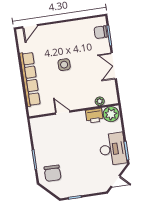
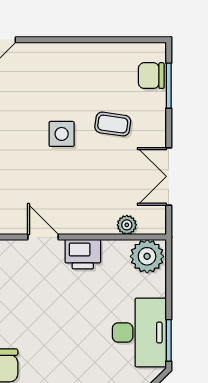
coffee table: (87, 57) -> (113, 124), added
double door: (114, 66) -> (169, 176), moved
printer: (94, 116) -> (83, 254), moved

